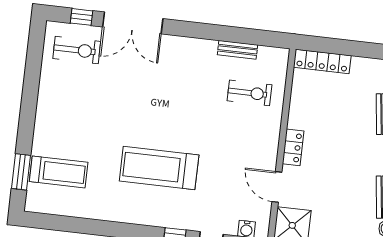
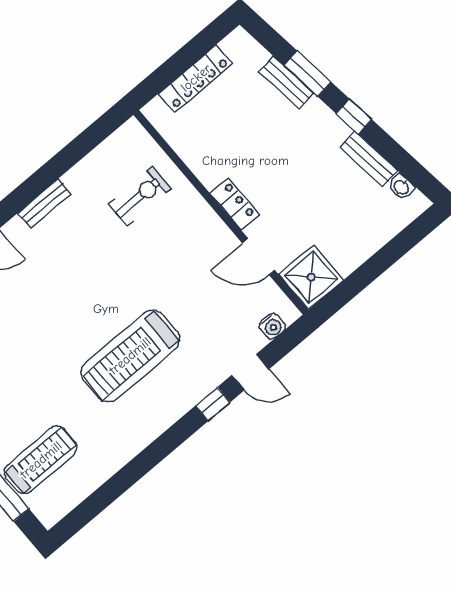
bench: (237, 50) -> (44, 203), moved
locker: (322, 61) -> (196, 78), moved

